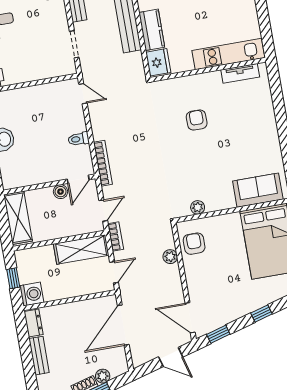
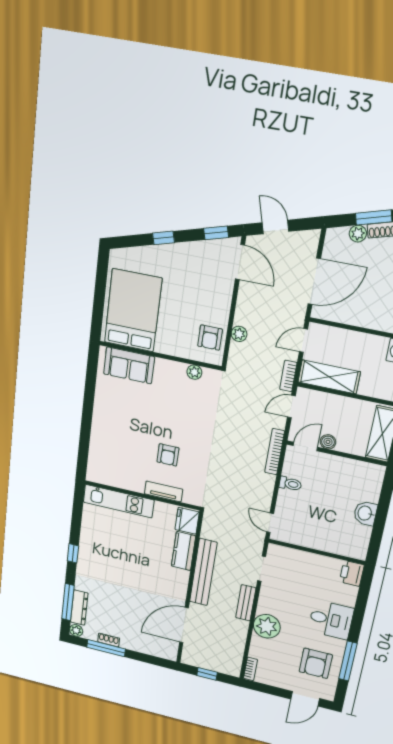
tv unit: (240, 73) -> (163, 491), moved

